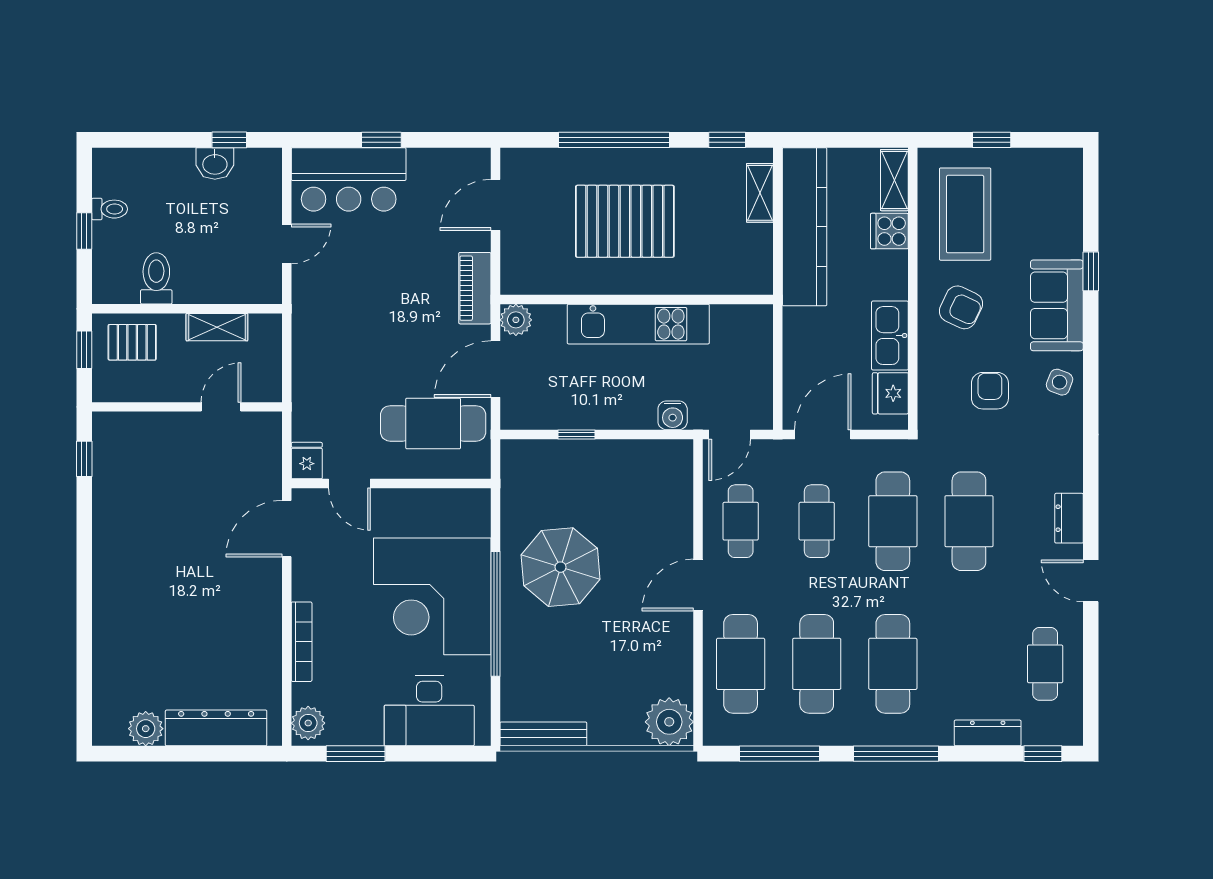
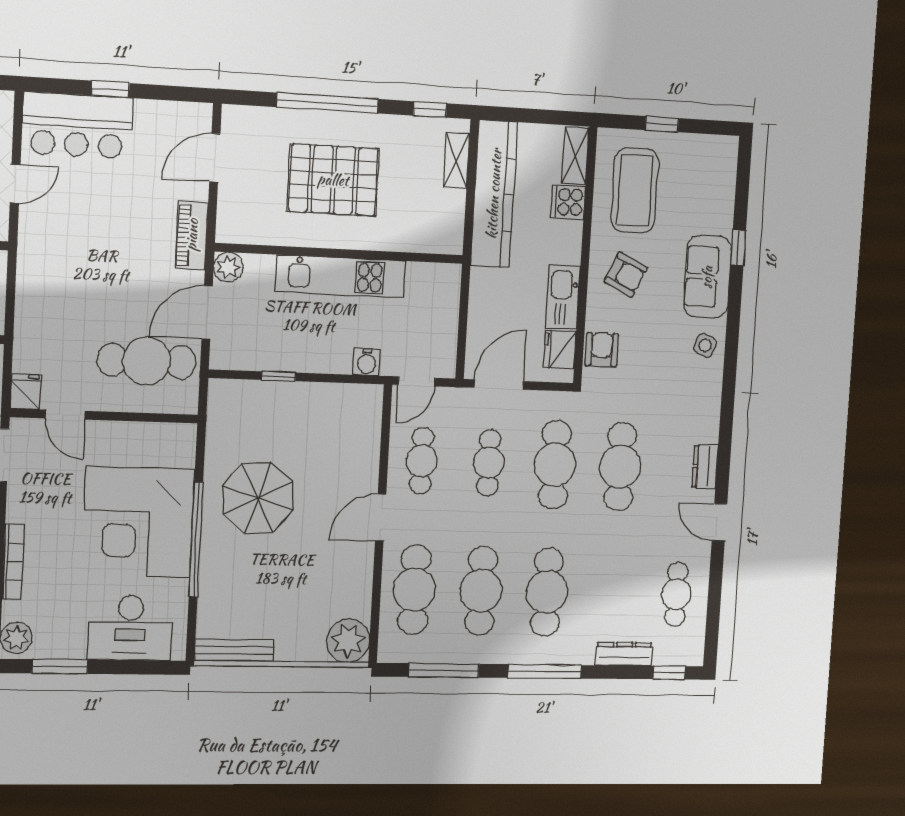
armchair: (990, 391) -> (602, 350), moved

